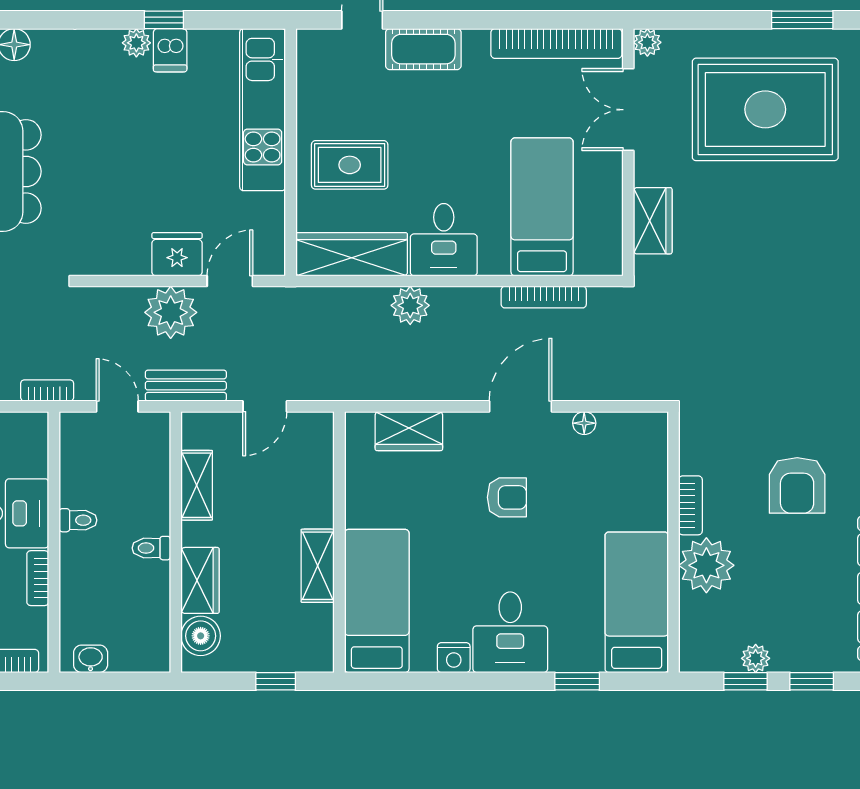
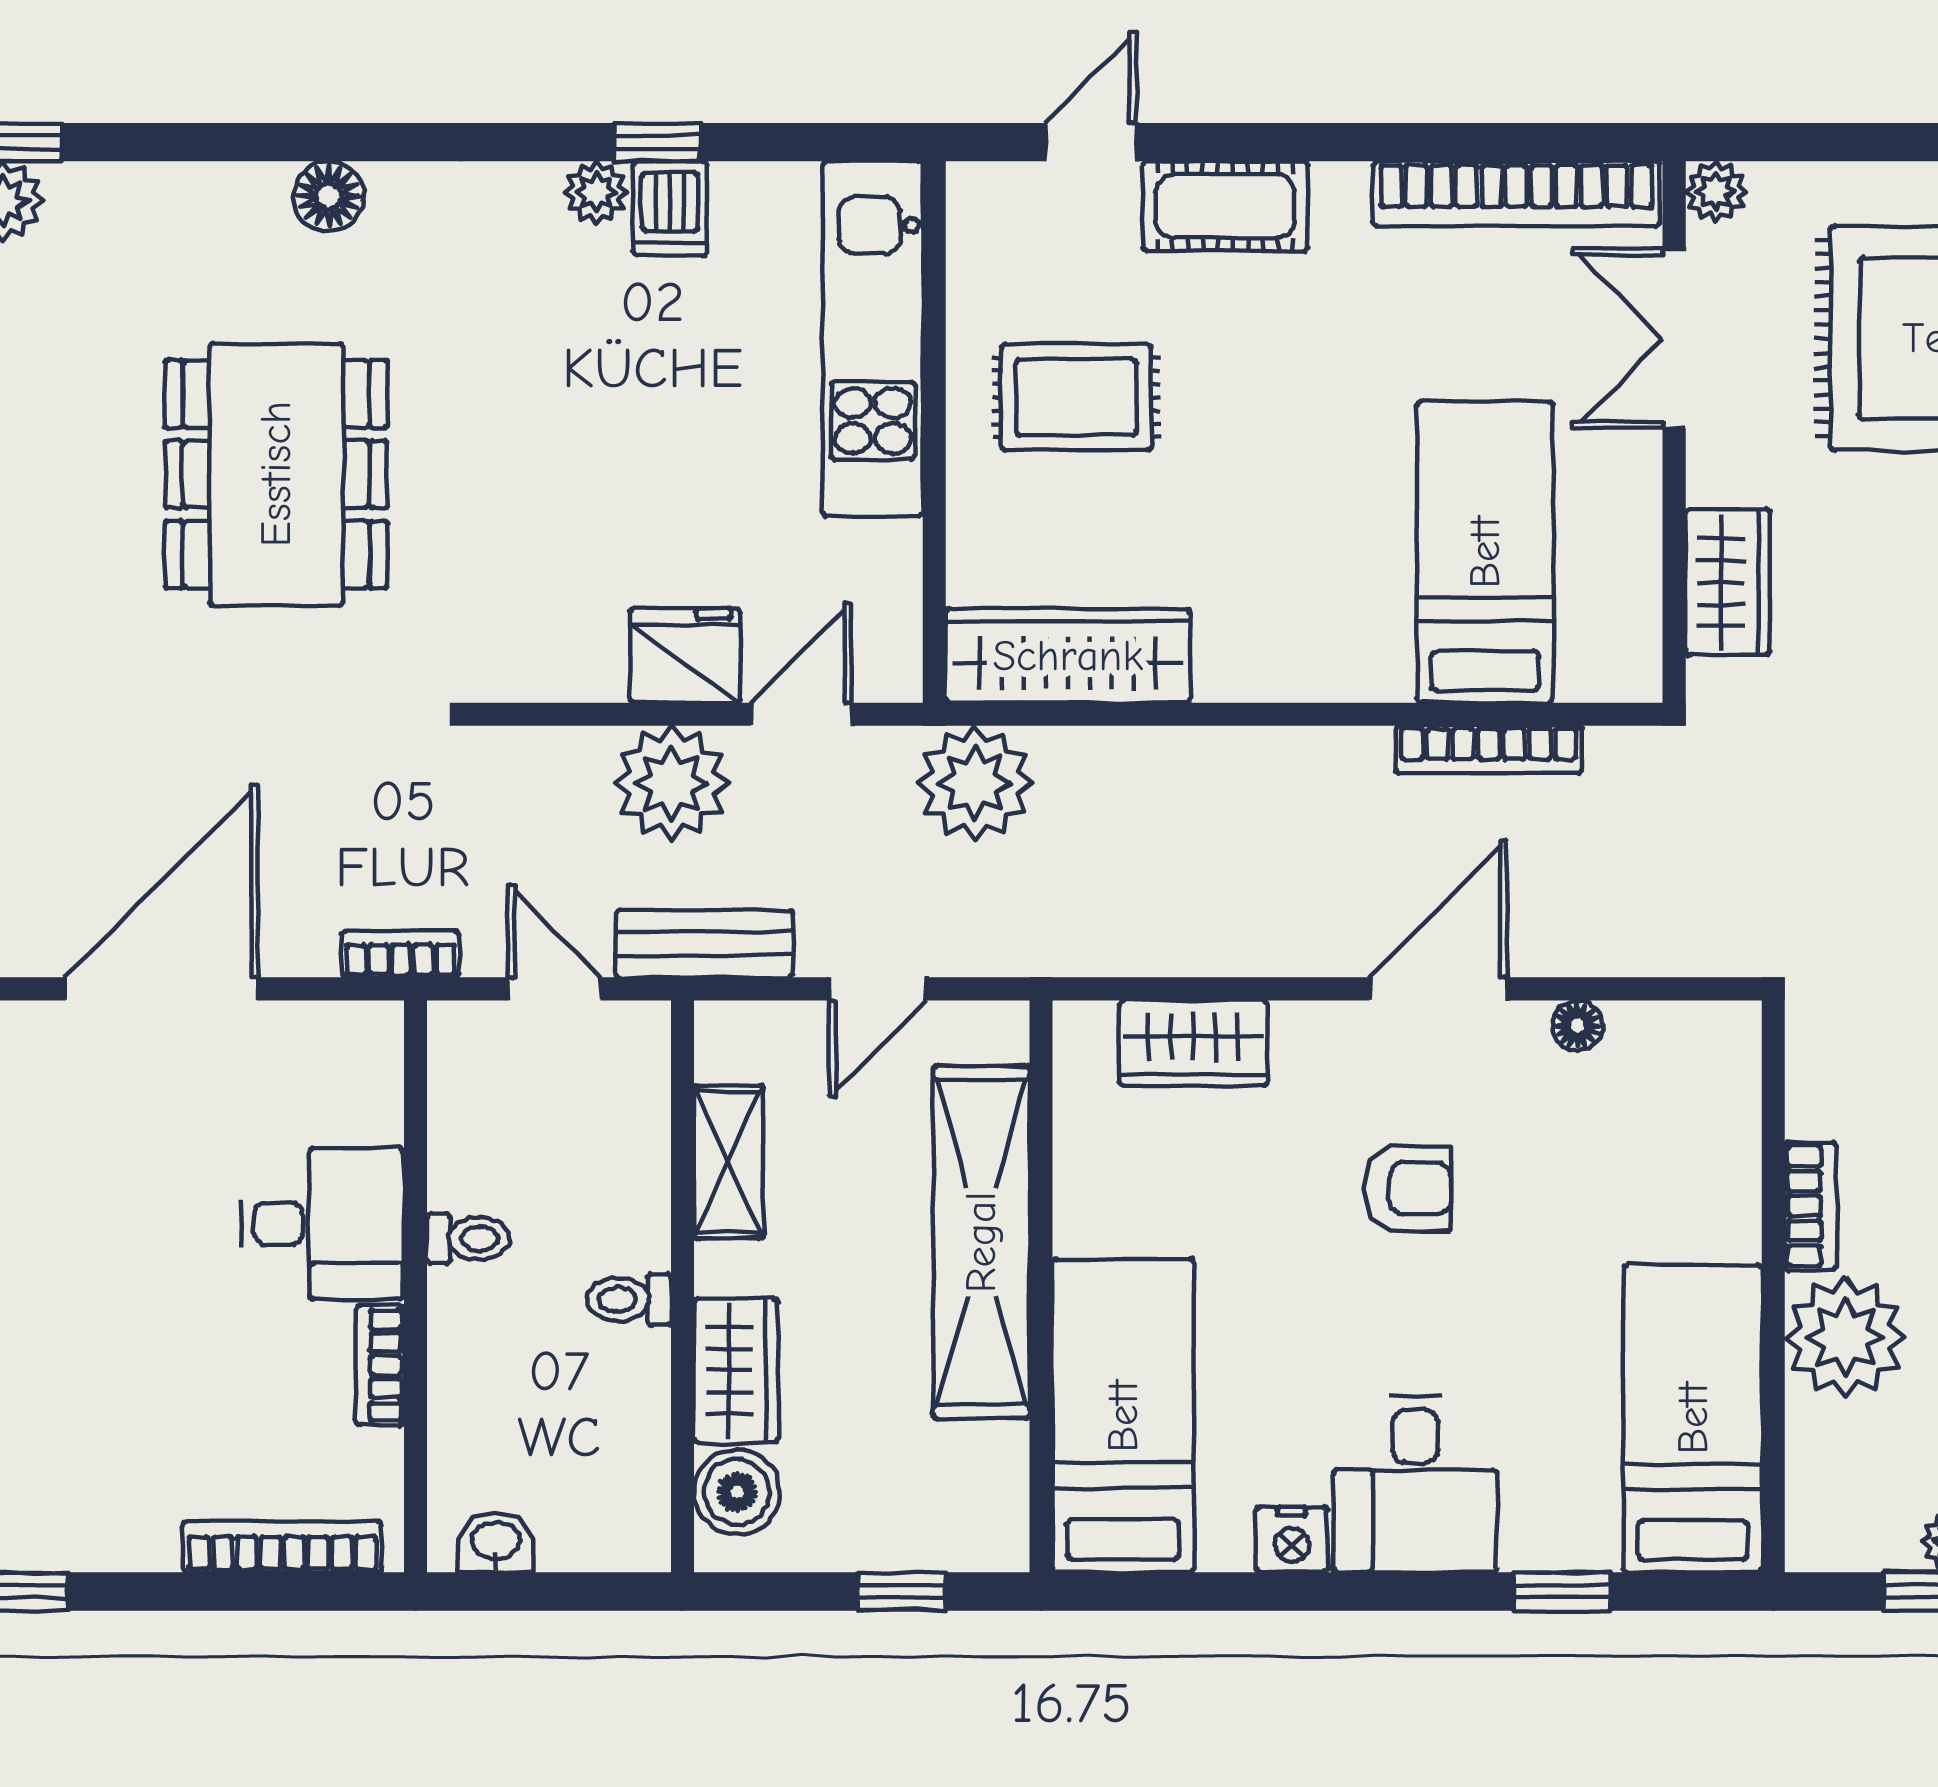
rug: (350, 165) -> (1076, 397), moved
desk: (444, 240) -> (1270, 624), removed
plant: (410, 305) -> (975, 783), moved, width x1.36, depth x1.36
shelving: (318, 566) -> (981, 1242), width x2.20, depth x1.33

